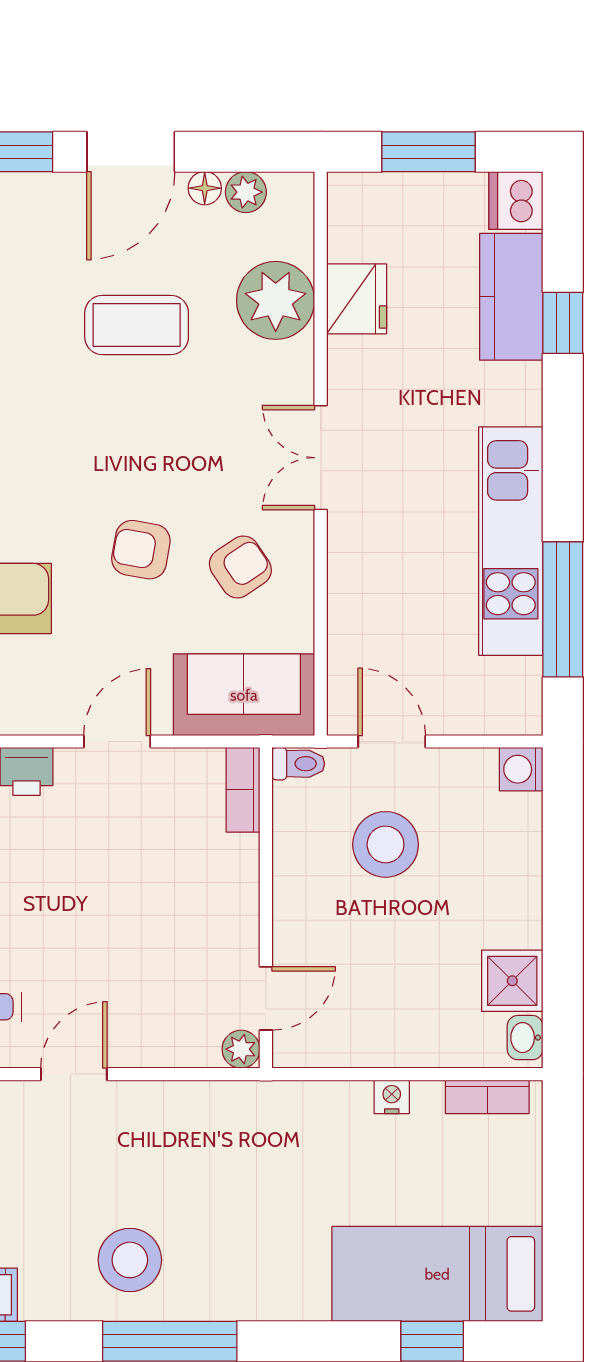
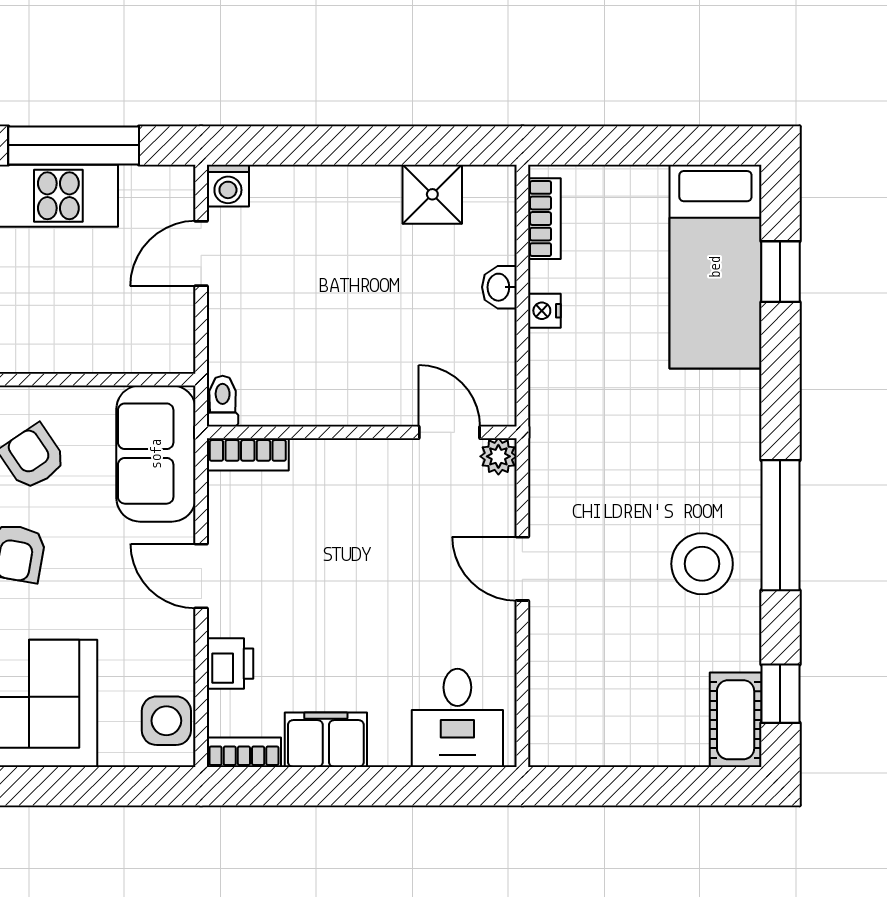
door: (392, 742) -> (201, 254), moved
stool: (386, 844) -> (301, 317), removed
washbasin: (525, 1038) -> (499, 287), moved, turned 90
door: (74, 1074) -> (522, 569), moved

